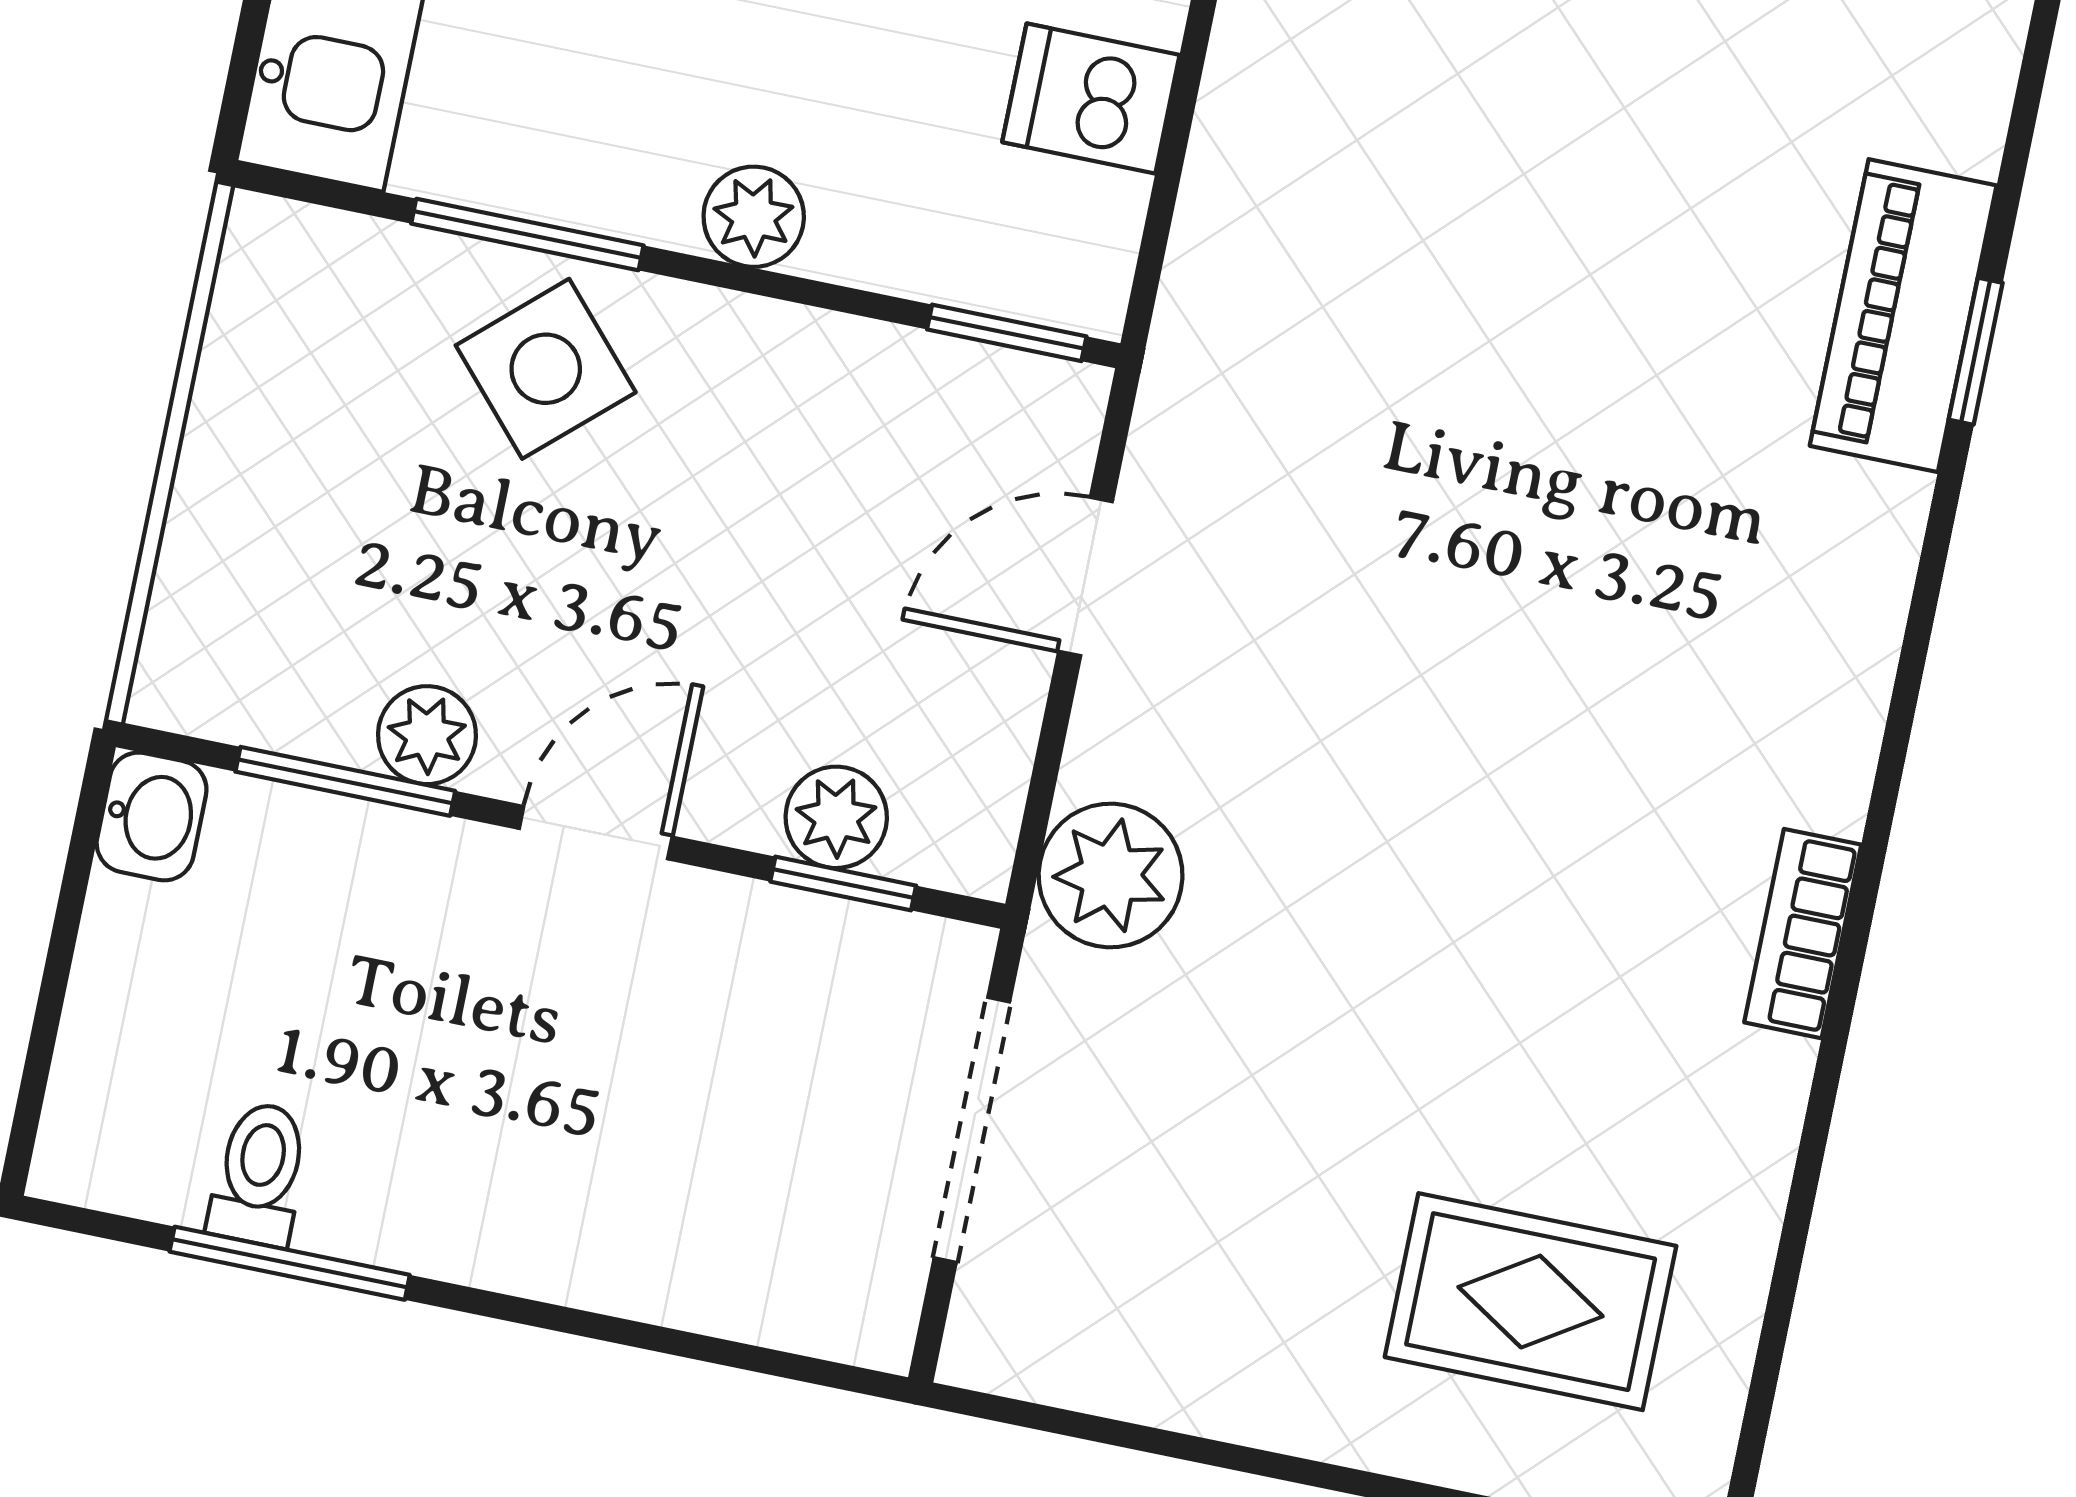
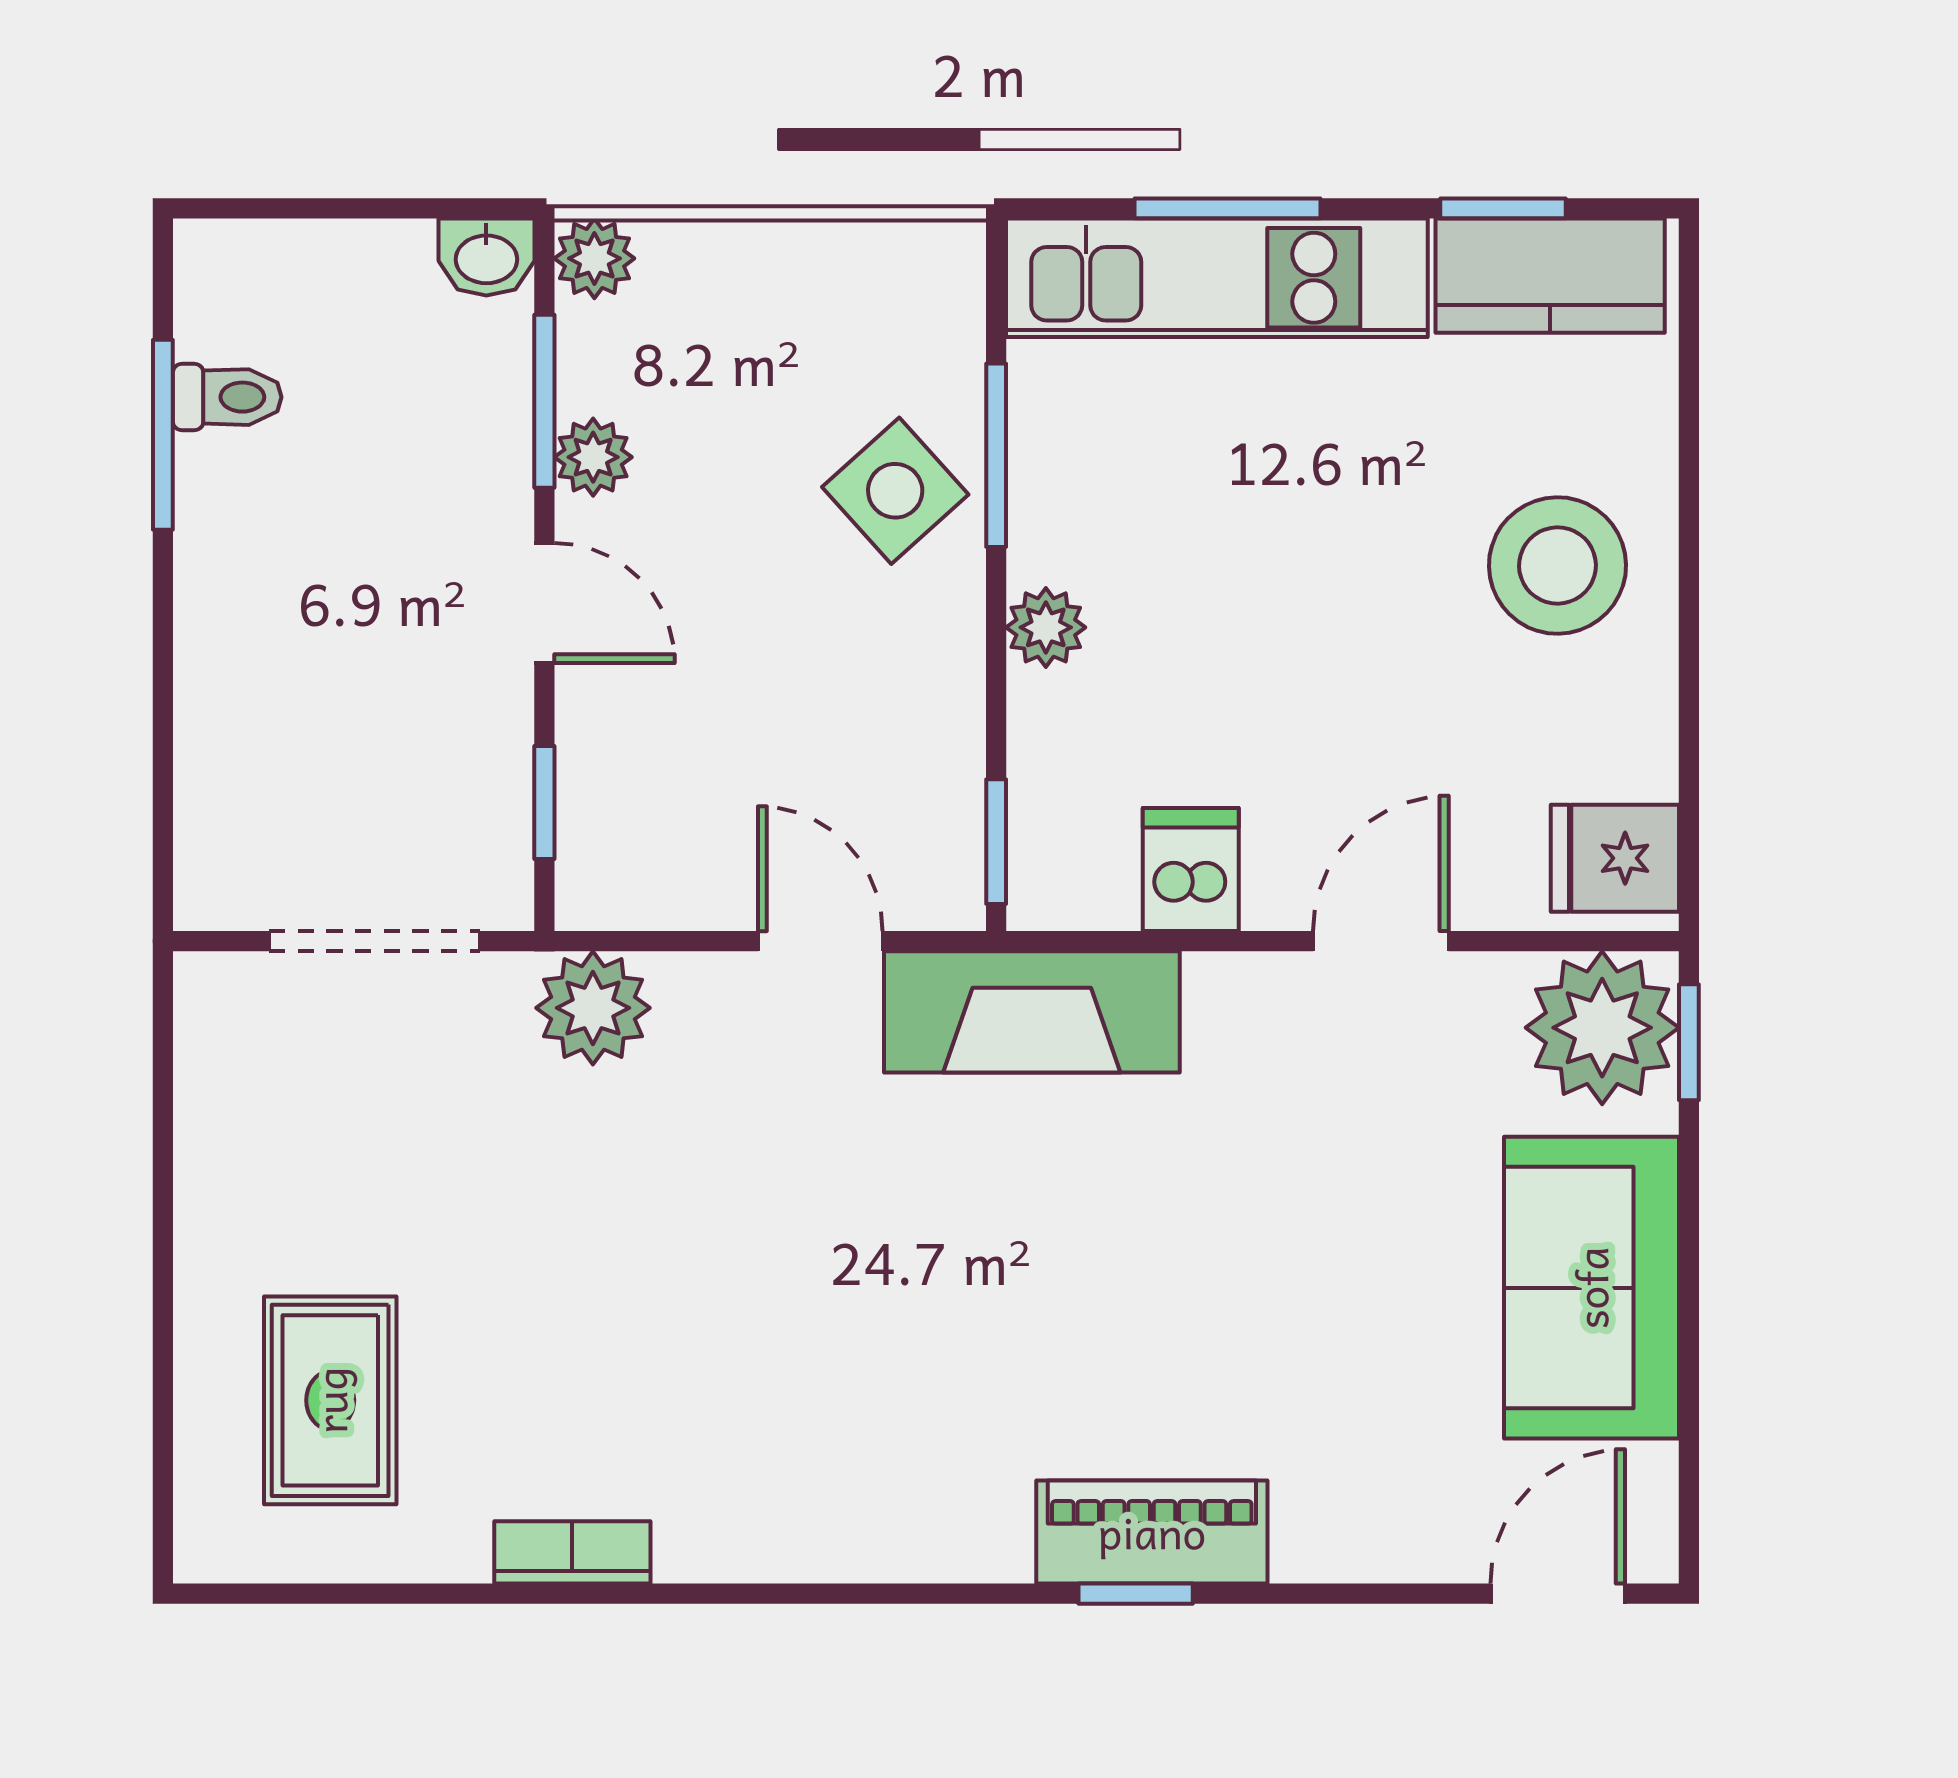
fireplace: (1227, 332) -> (1032, 1012), added
plant: (836, 817) -> (594, 258), moved
bookcase: (1803, 934) -> (572, 1552), moved

